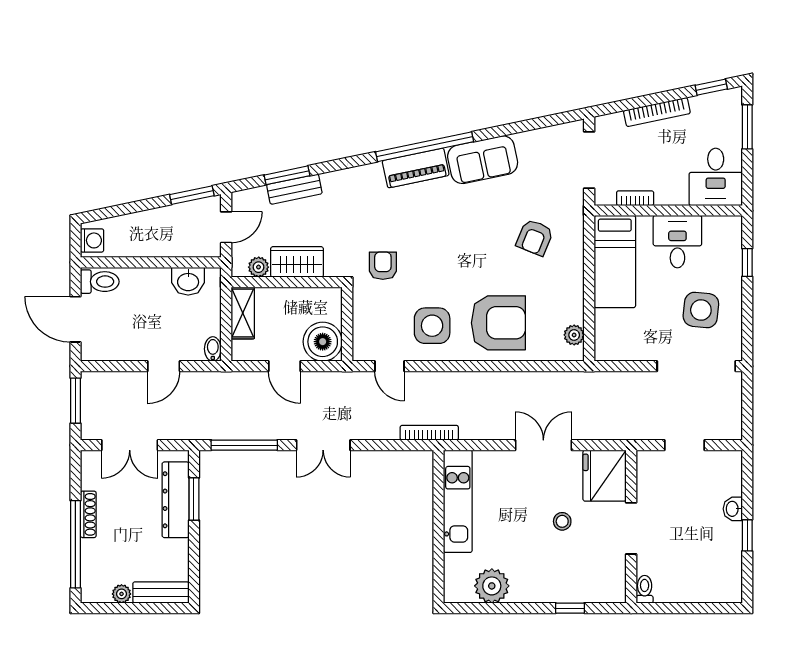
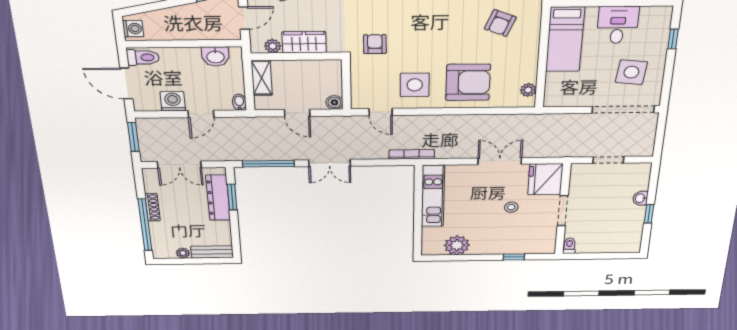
boiler: (323, 342) -> (334, 102), width x0.54, depth x0.54
washing machine: (130, 347) -> (173, 101), added

